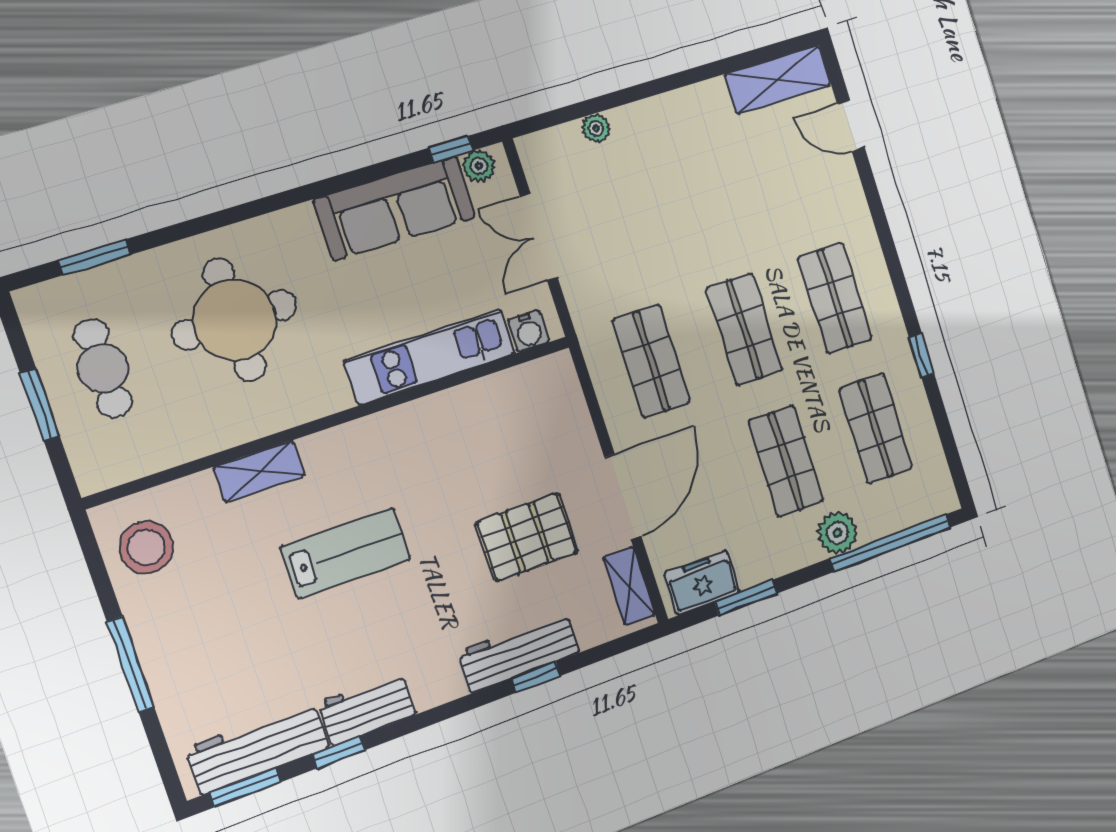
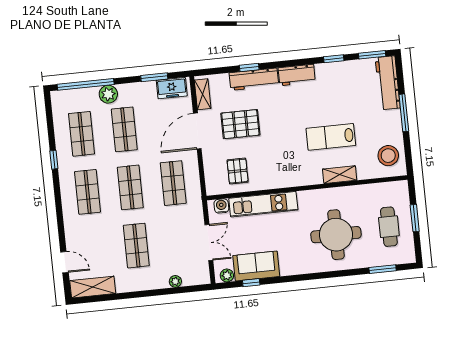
window: (451, 149) -> (251, 283), moved
shop shelf: (702, 196) -> (136, 246), added
sofa: (395, 208) -> (256, 266), width x0.73
pallet: (509, 423) -> (238, 171), added
lab bench: (346, 553) -> (331, 137), moved
workbench: (367, 709) -> (297, 75), moved
workbench: (257, 748) -> (388, 83), moved, turned 90

